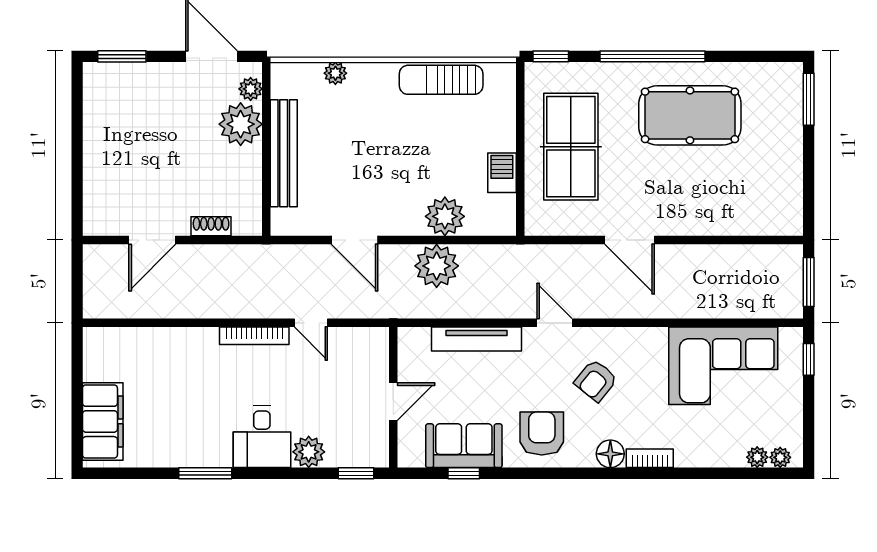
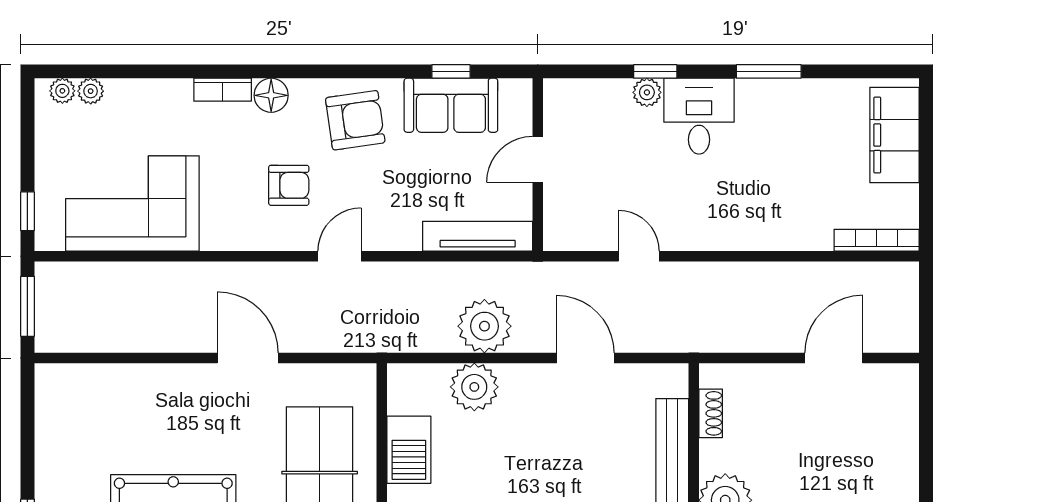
barbecue: (502, 173) -> (409, 450), width x1.38, depth x1.27
shoe rack: (211, 226) -> (711, 413), moved, turned -90
door: (555, 323) -> (340, 256), swing flipped
bookcase: (254, 336) -> (877, 240), moved
tv unit: (477, 339) -> (478, 236), moved
armchair: (596, 381) -> (289, 185), turned 51
armchair: (542, 433) -> (355, 120), turned -98
plant: (309, 452) -> (647, 92), width x0.73, depth x0.73
window: (356, 473) -> (655, 71), moved

